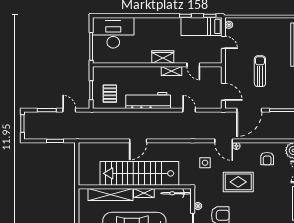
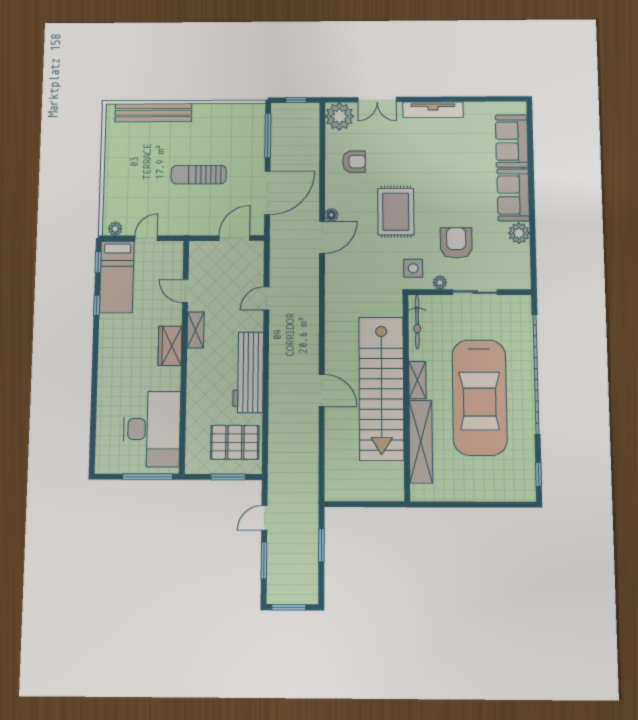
desk: (113, 33) -> (152, 429), moved, turned 180
door: (193, 65) -> (185, 291), swing flipped
pallet: (110, 94) -> (235, 442), width x1.50, depth x1.42
door: (249, 110) -> (267, 193), hinge flipped
side table: (205, 163) -> (413, 268), moved

